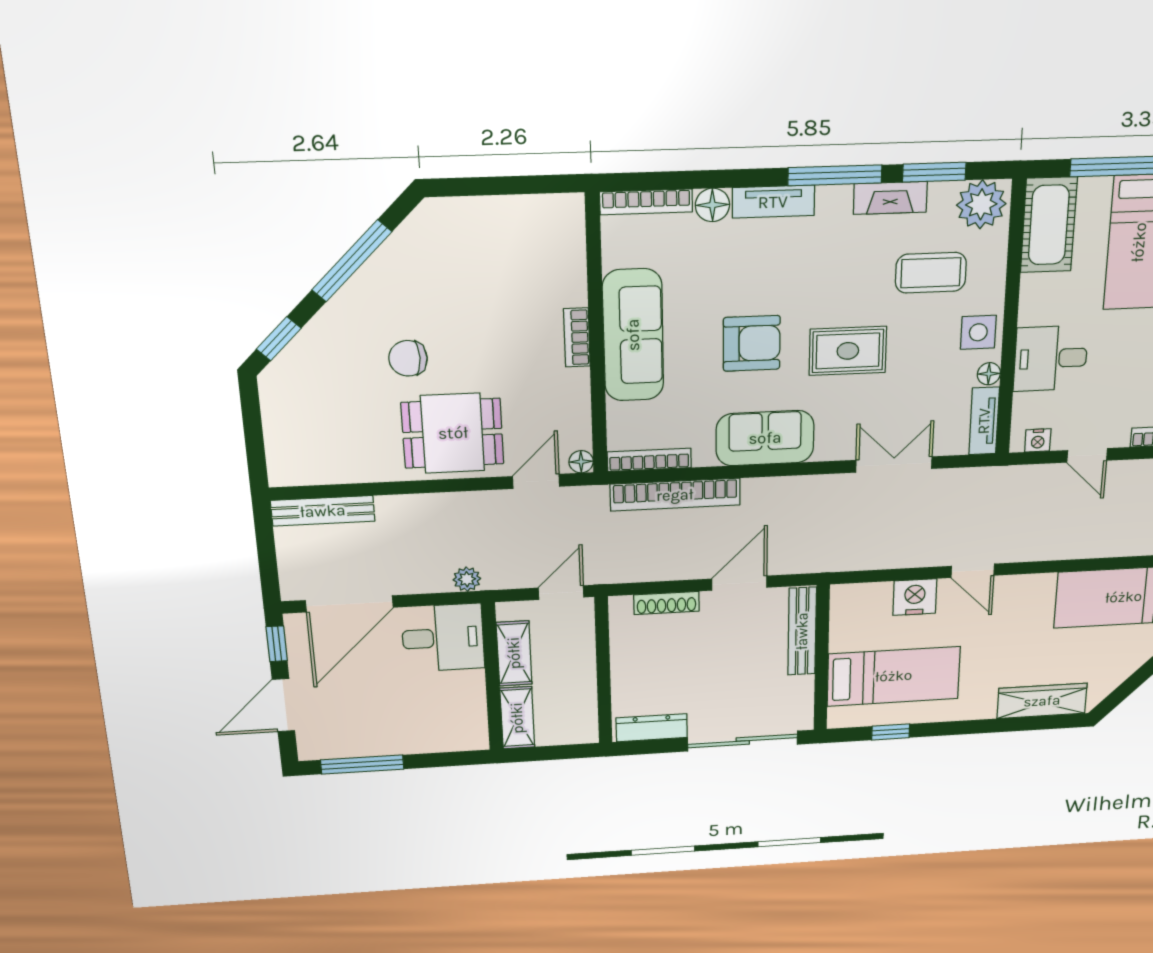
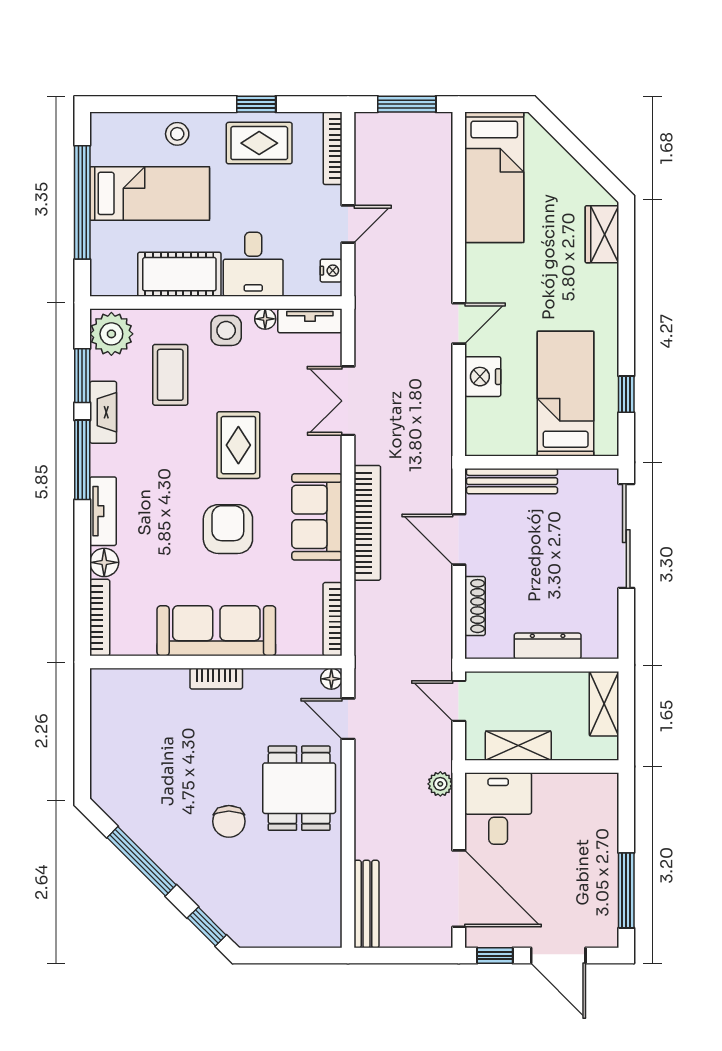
cot: (1049, 225) -> (179, 274), moved
bookcase: (675, 495) -> (367, 523), moved
wardrobe: (1042, 701) -> (602, 234), width x0.67
shelving: (517, 718) -> (604, 704), moved, turned 90
dresser: (652, 728) -> (548, 646), moved, turned 90

